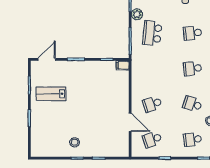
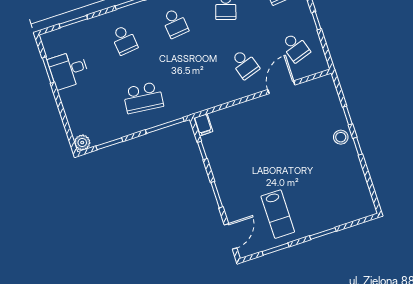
plant: (137, 14) -> (124, 128), removed
door: (47, 59) -> (231, 236), swing flipped
stool: (75, 142) -> (341, 137), moved

